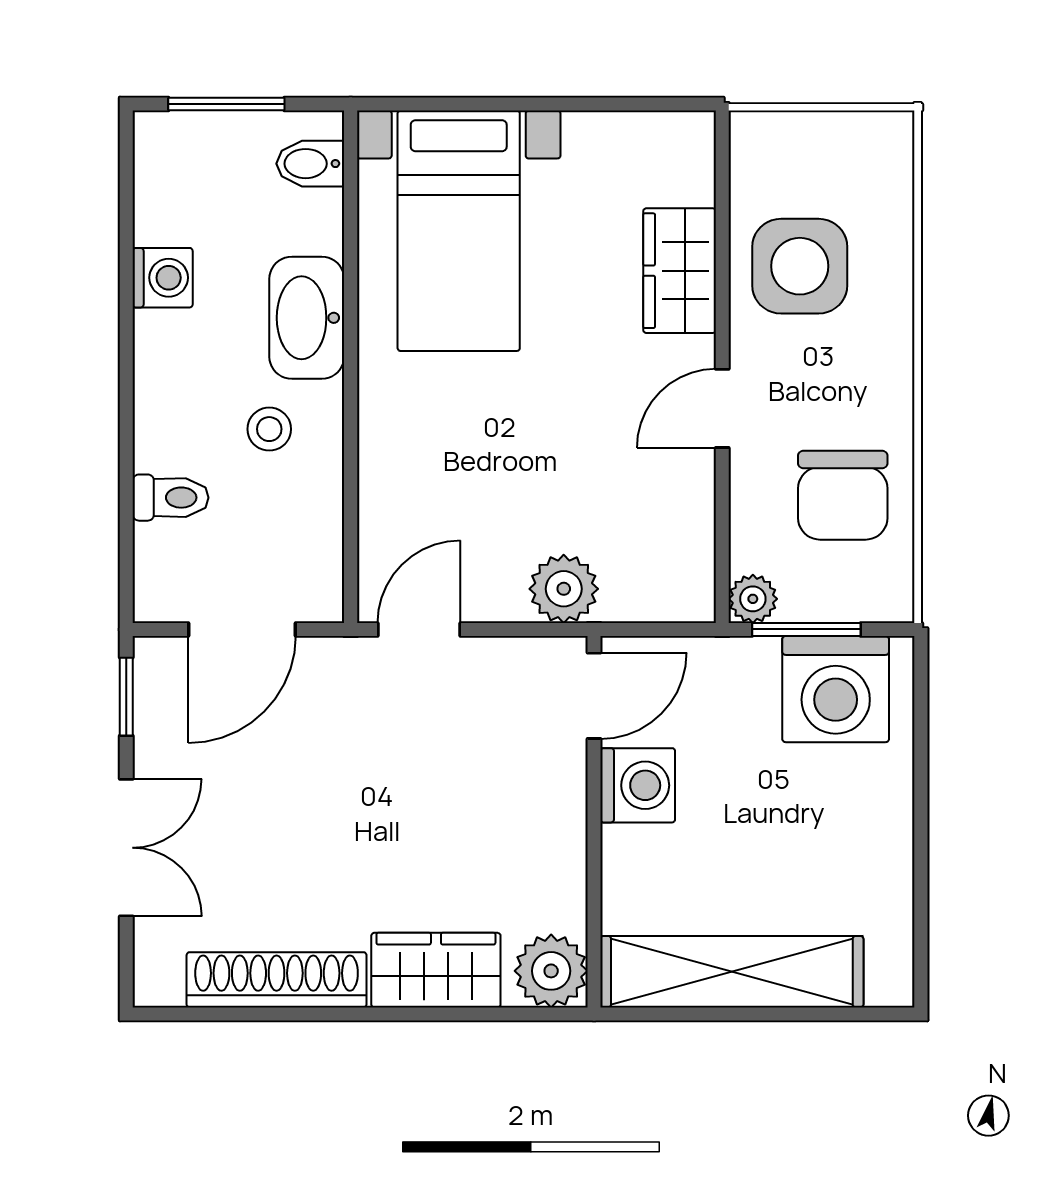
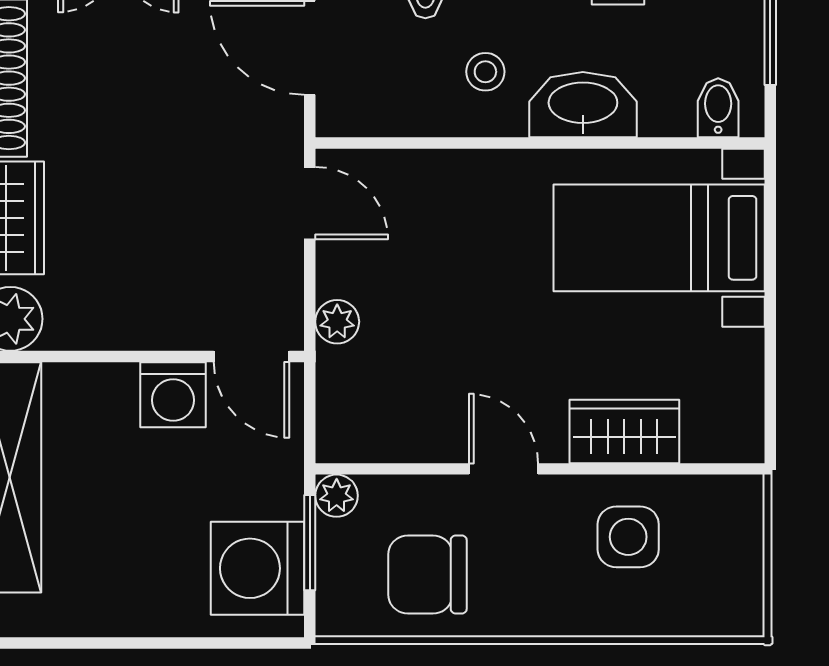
side table: (800, 266) -> (628, 537), width x0.73, depth x0.73
plant: (564, 589) -> (337, 322), width x0.73, depth x0.73

